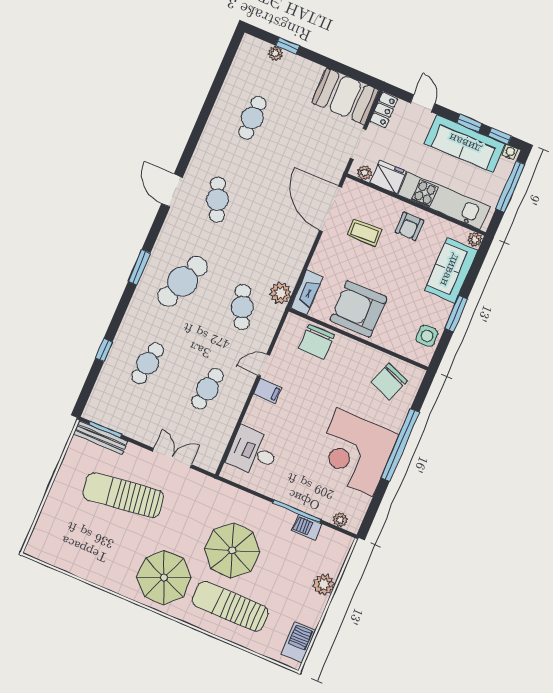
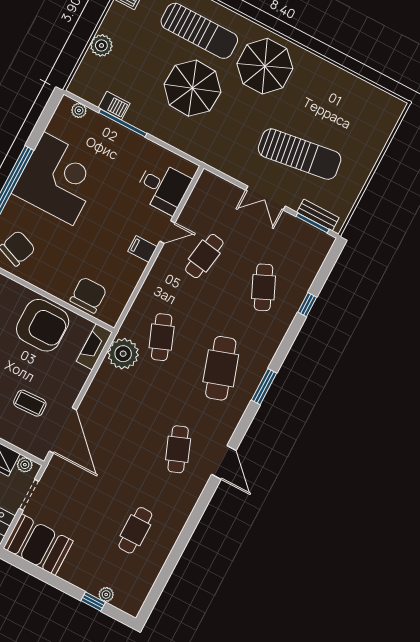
cafe table: (183, 281) -> (221, 368), turned -39
plant: (280, 293) -> (123, 354), width x1.36, depth x1.36
cafe table: (148, 363) -> (263, 287), turned -33
door: (264, 365) -> (167, 232), moved
bench: (101, 438) -> (318, 215), width x0.73
double door: (172, 458) -> (265, 198), moved

